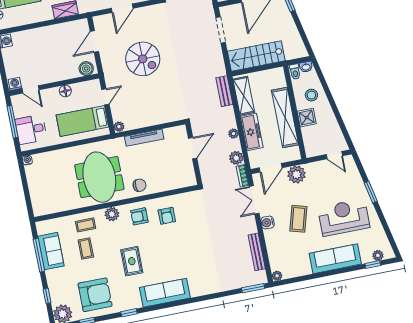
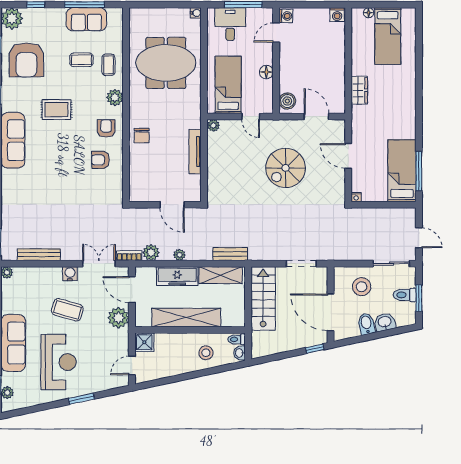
shower: (307, 118) -> (144, 342), moved
meeting table: (99, 177) -> (166, 63), moved

